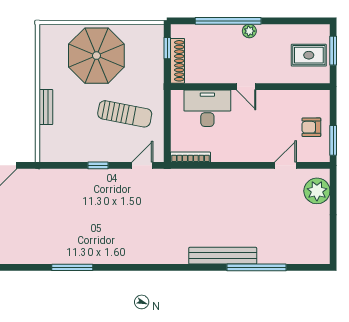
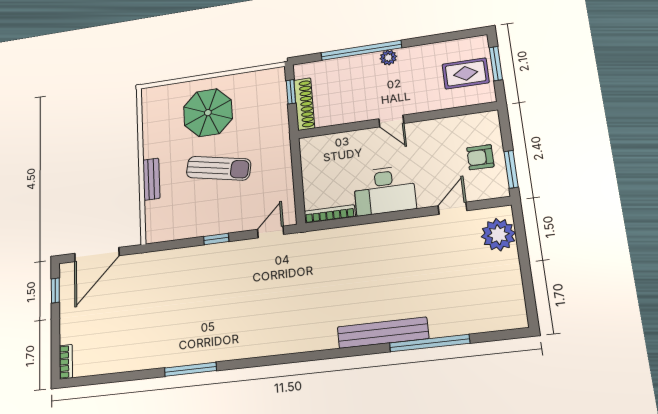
parasol: (96, 56) -> (208, 113), width x0.73, depth x0.73
desk: (207, 108) -> (384, 191), moved, turned 180
sun lounger: (125, 114) -> (219, 168), moved

